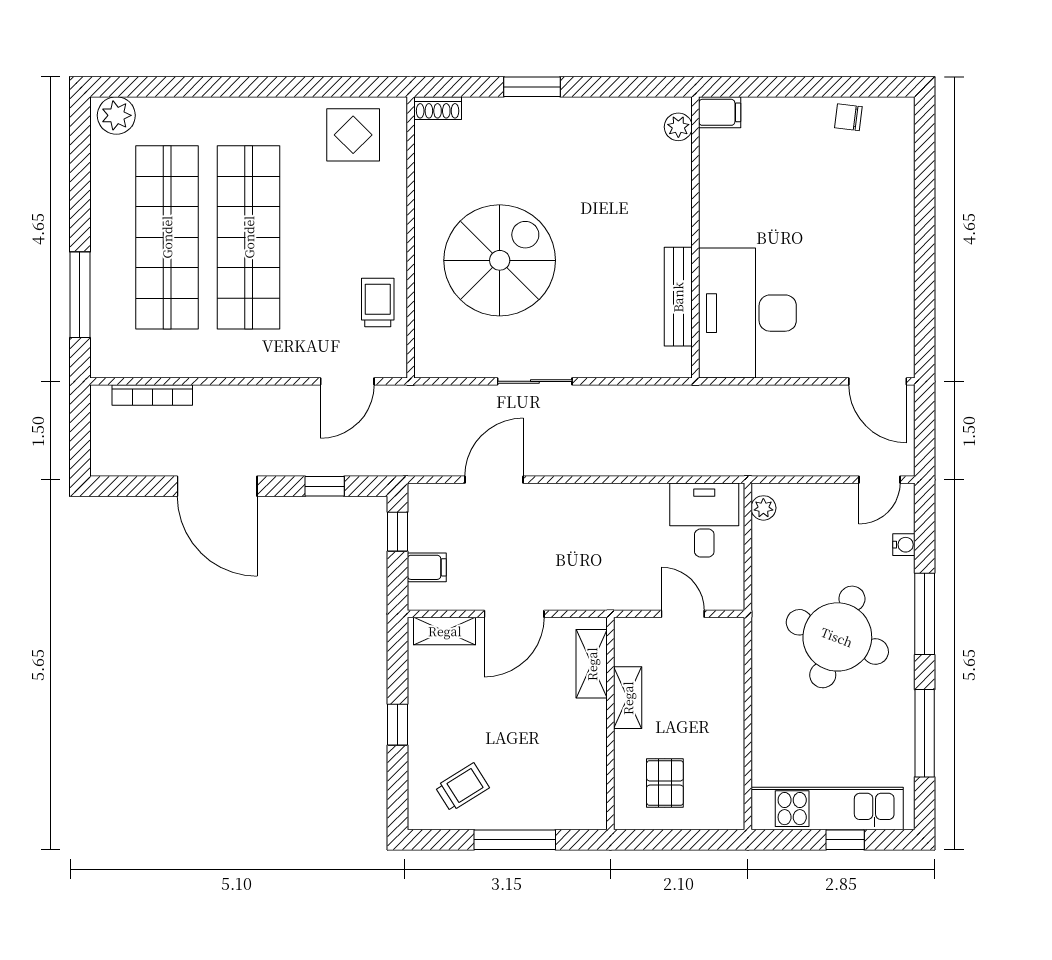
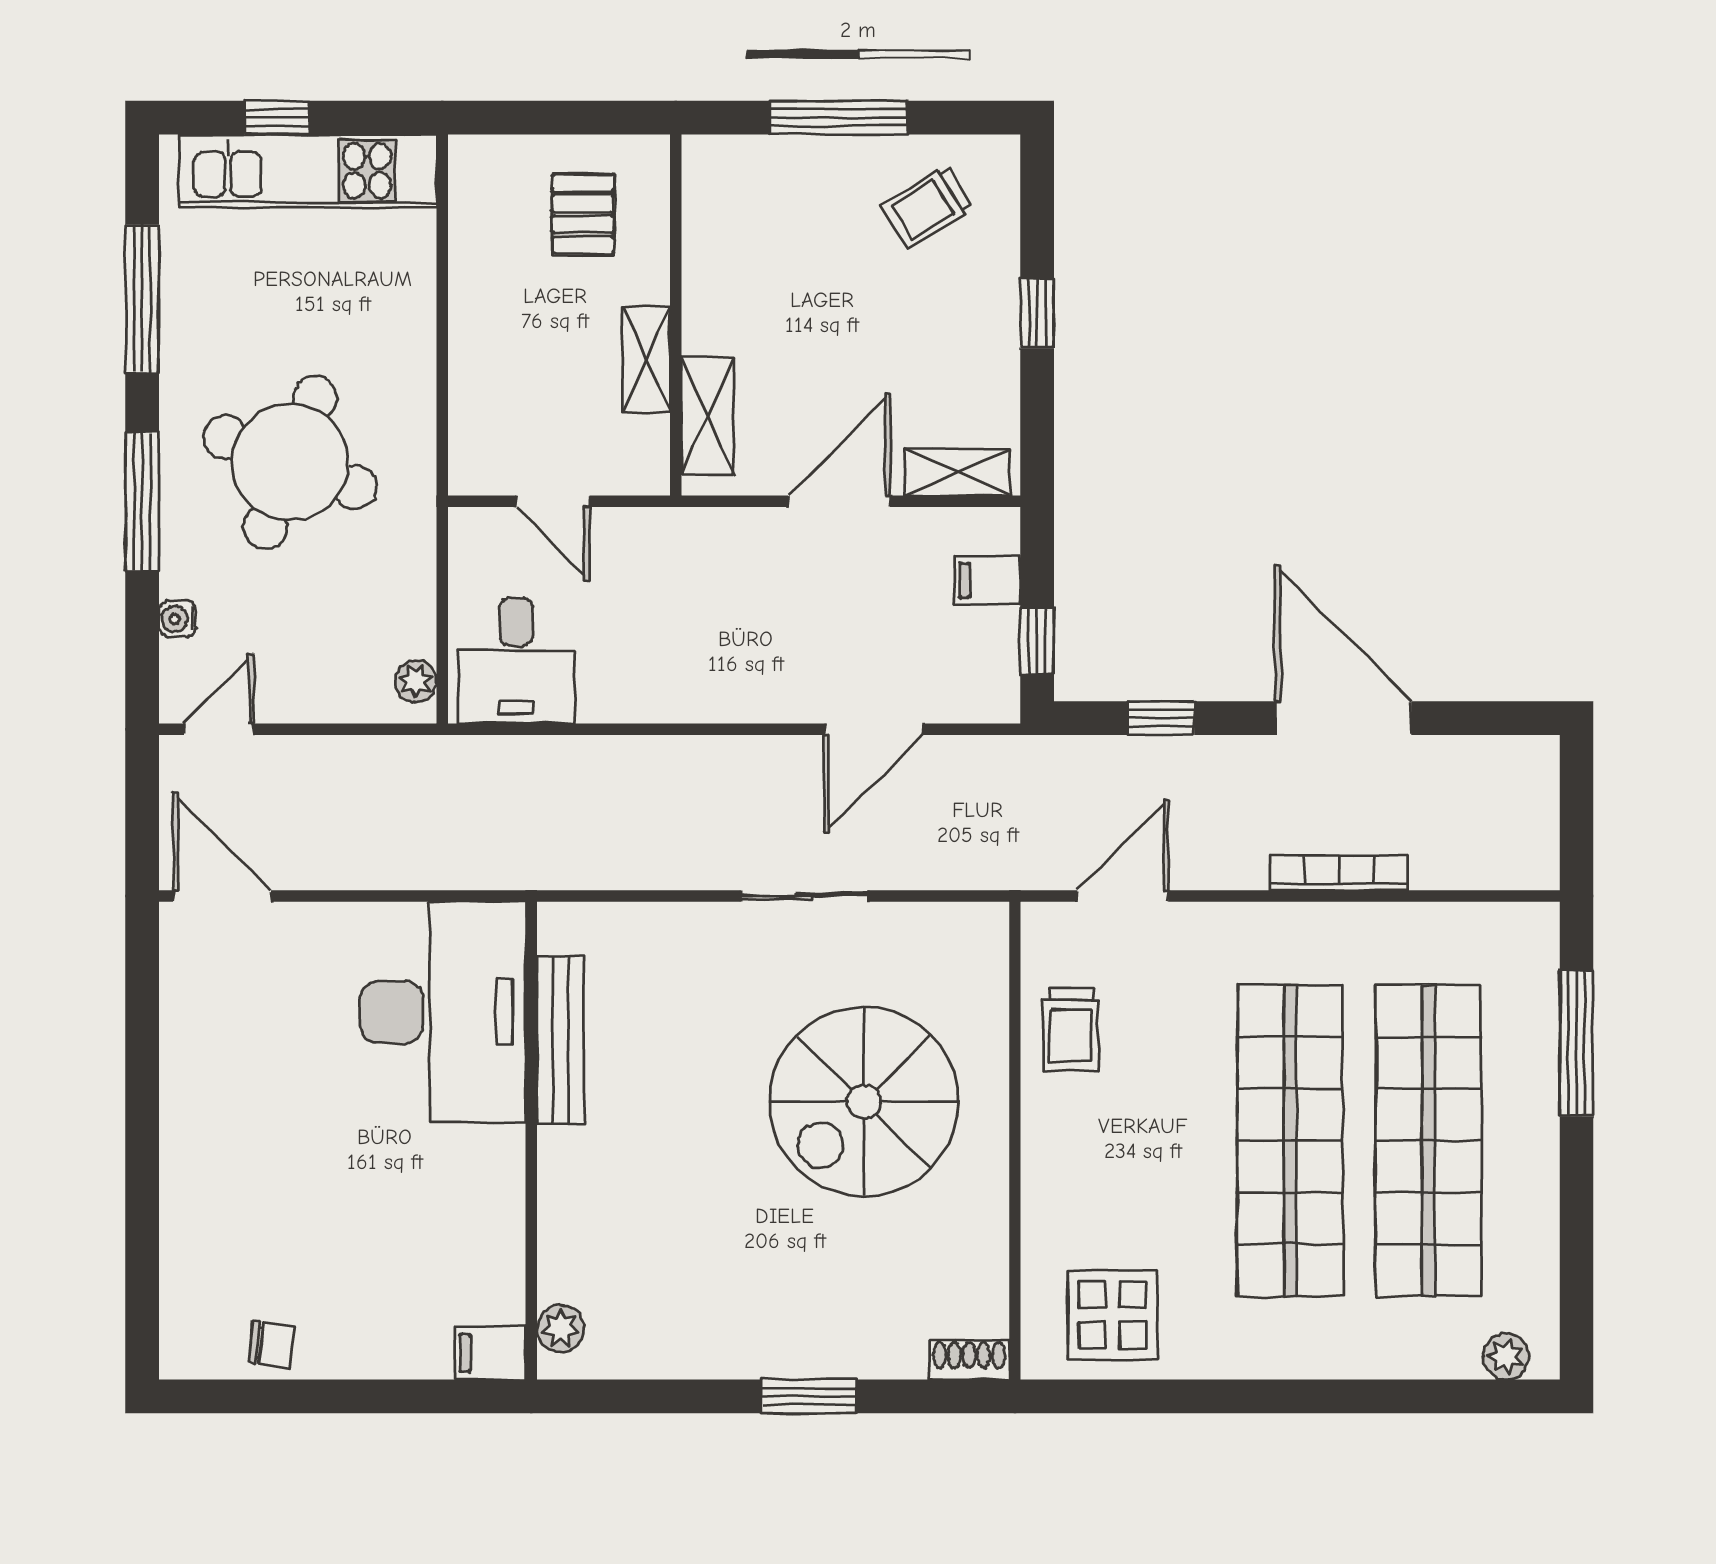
plant: (116, 115) -> (1506, 1356), width x0.73, depth x0.73
bookcase: (152, 395) -> (1339, 873), moved

